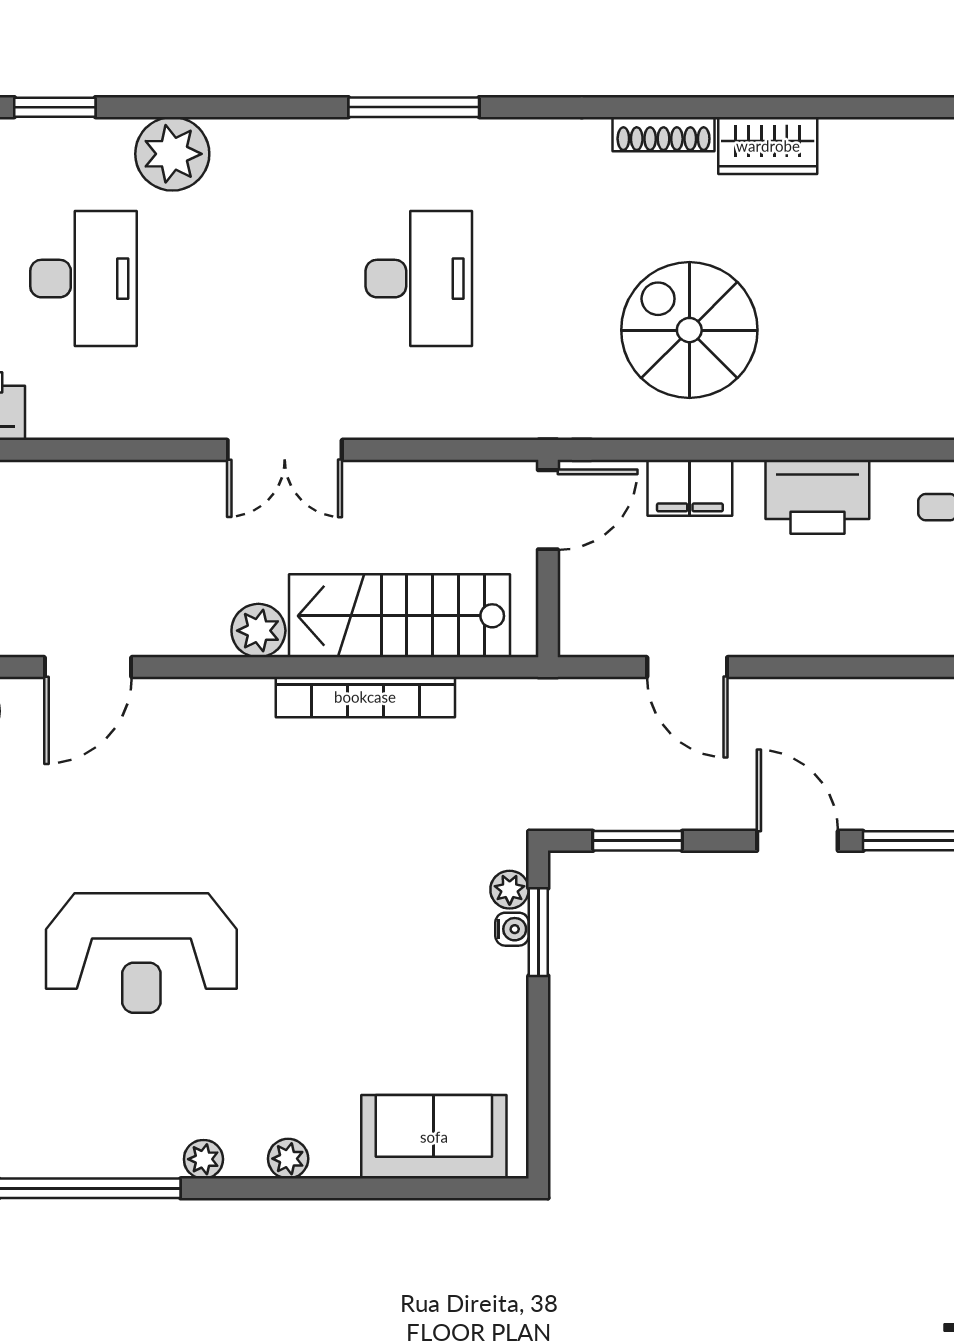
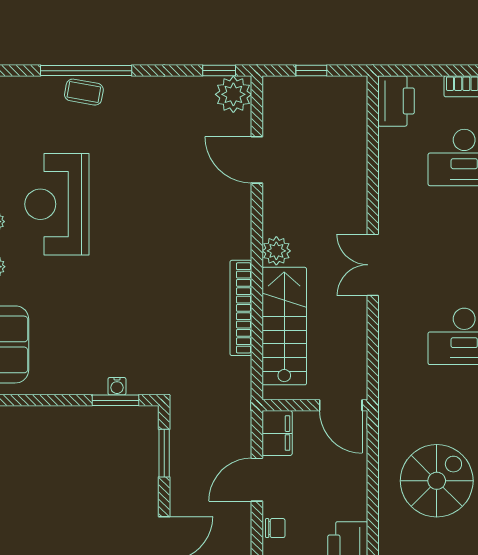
filing cabinet: (690, 488) -> (277, 433), moved, turned 180
chair: (778, 633) -> (275, 528), added
plant: (510, 890) -> (138, 385), removed
reception desk: (141, 953) -> (57, 204), moved

